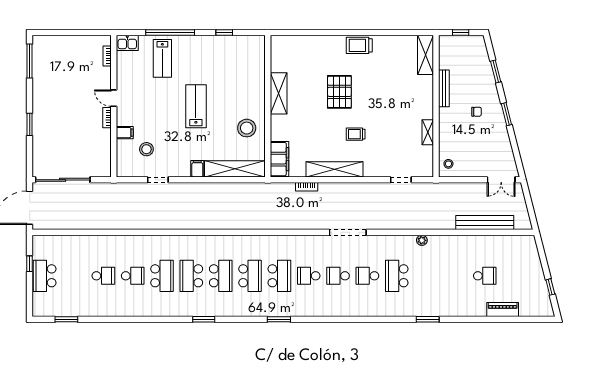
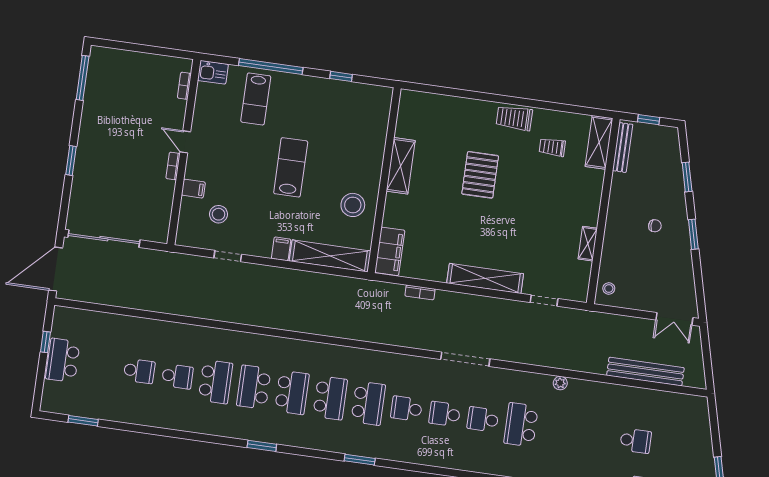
bench: (444, 88) -> (623, 148), moved
trolley: (356, 134) -> (552, 147), moved
shelving: (334, 169) -> (485, 278), moved

